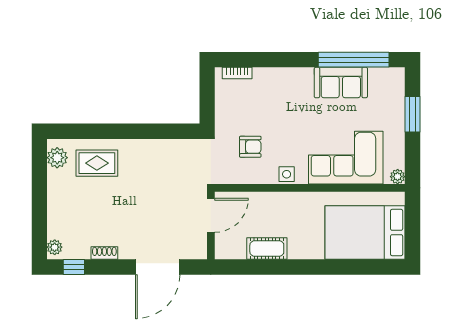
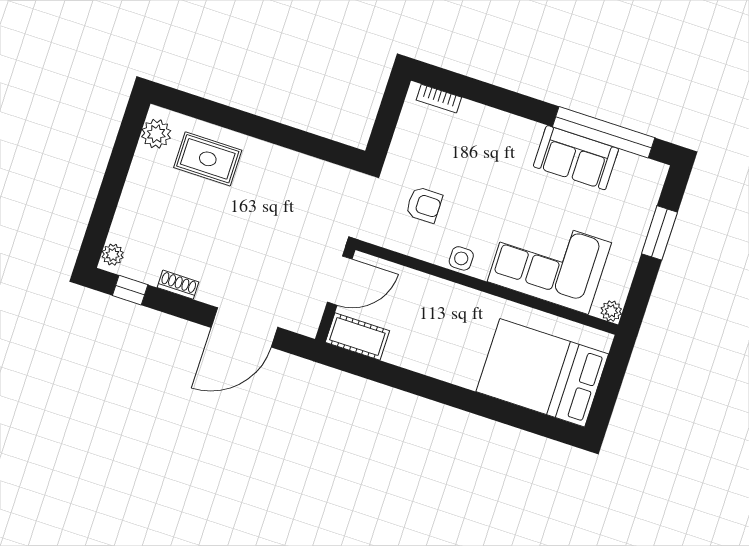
cot: (267, 249) -> (357, 337), moved

